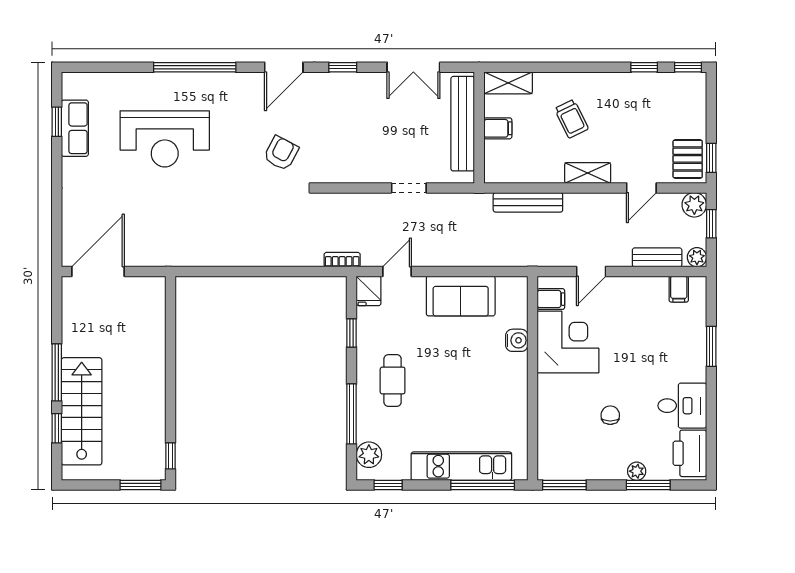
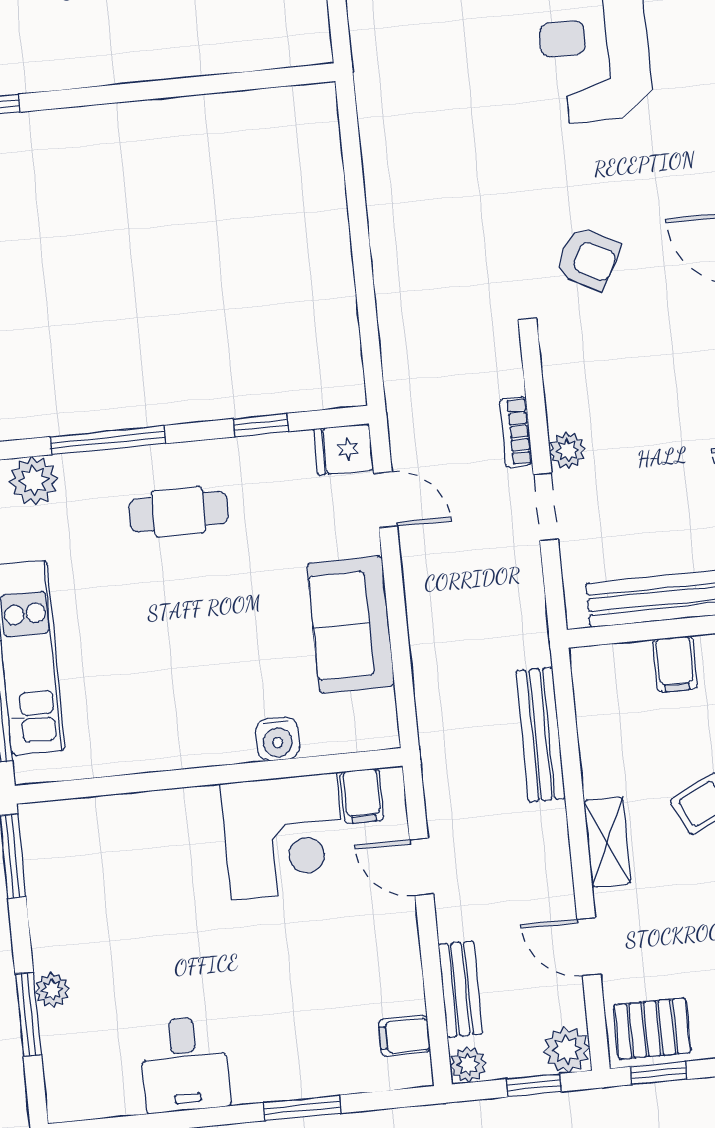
plant: (381, 174) -> (567, 451), added
bookcase: (342, 260) -> (516, 432), moved, turned 180
chair: (610, 415) -> (153, 930), removed
printer: (690, 453) -> (96, 1087), removed

